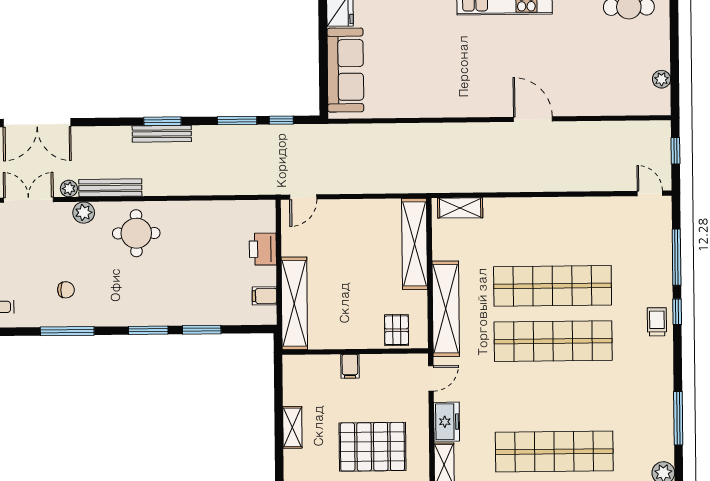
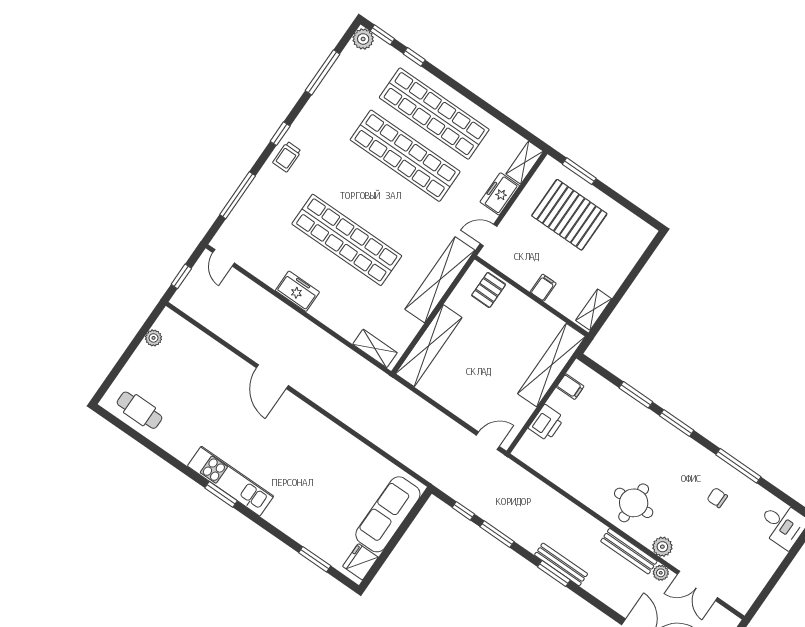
freezer: (564, 210) -> (297, 291), added
window: (677, 312) -> (280, 134), moved
shop shelf: (553, 341) -> (405, 156), moved
shelving: (292, 427) -> (594, 310), moved

